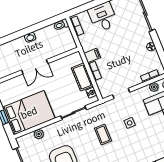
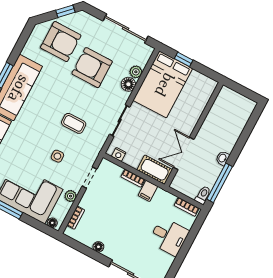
window: (44, 24) -> (220, 183), added
double door: (35, 67) -> (184, 153), moved
cot: (82, 77) -> (155, 170), moved
plant: (154, 87) -> (71, 196), moved
floor lamp: (50, 130) -> (128, 84), added

